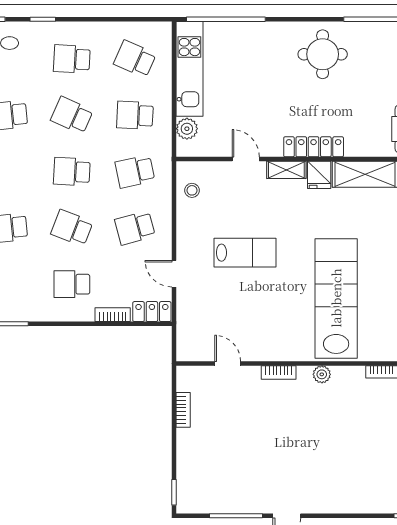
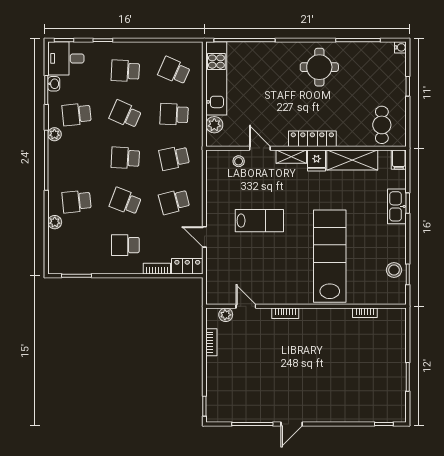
stool: (192, 190) -> (239, 161), moved
plant: (322, 374) -> (226, 315), moved

